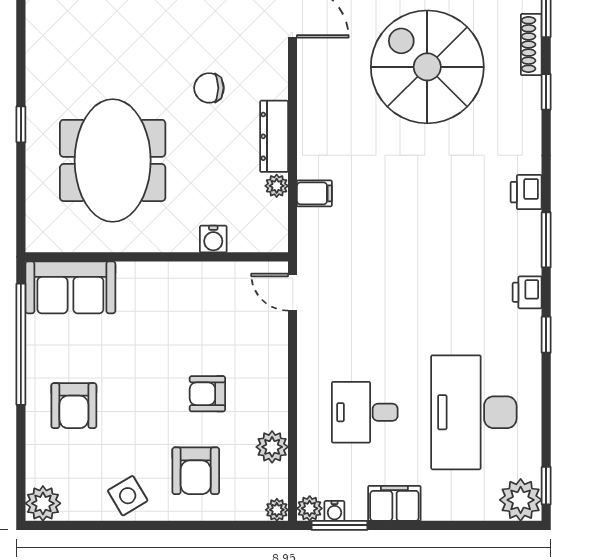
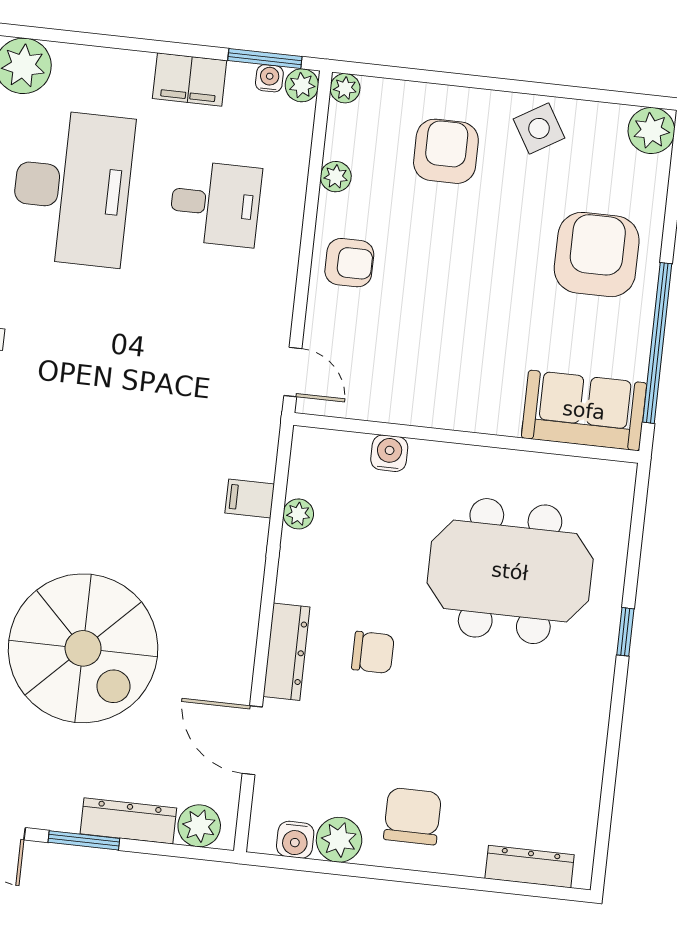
dresser: (274, 136) -> (286, 652), moved
meeting table: (113, 160) -> (510, 571), turned 90
armchair: (207, 394) -> (349, 263), moved
armchair: (74, 406) -> (597, 255), width x1.36, depth x1.36
plant: (272, 447) -> (336, 177), width x0.73, depth x0.73

